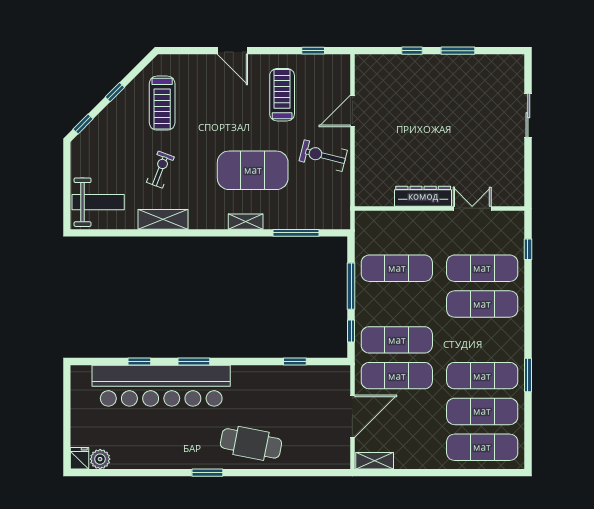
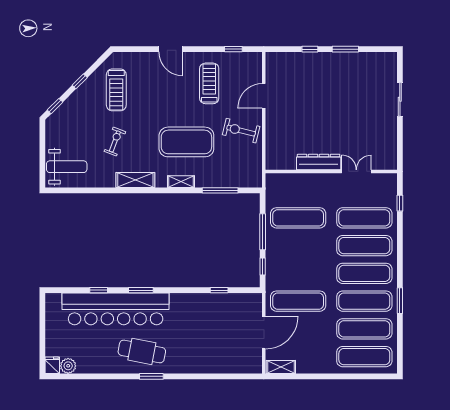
shelving: (163, 219) -> (135, 180), moved
exercise mat: (397, 340) -> (364, 273), moved
cafe table: (251, 443) -> (142, 351), moved

